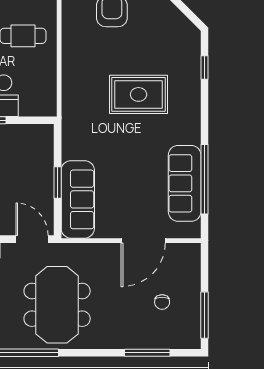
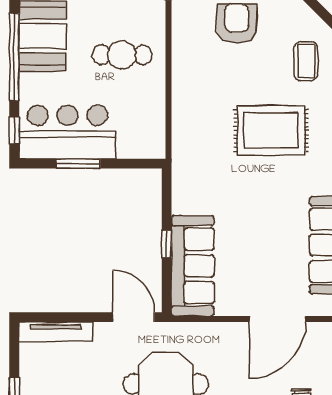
coffee table: (166, 41) -> (306, 61), added
window: (58, 183) -> (167, 244), width x0.67

